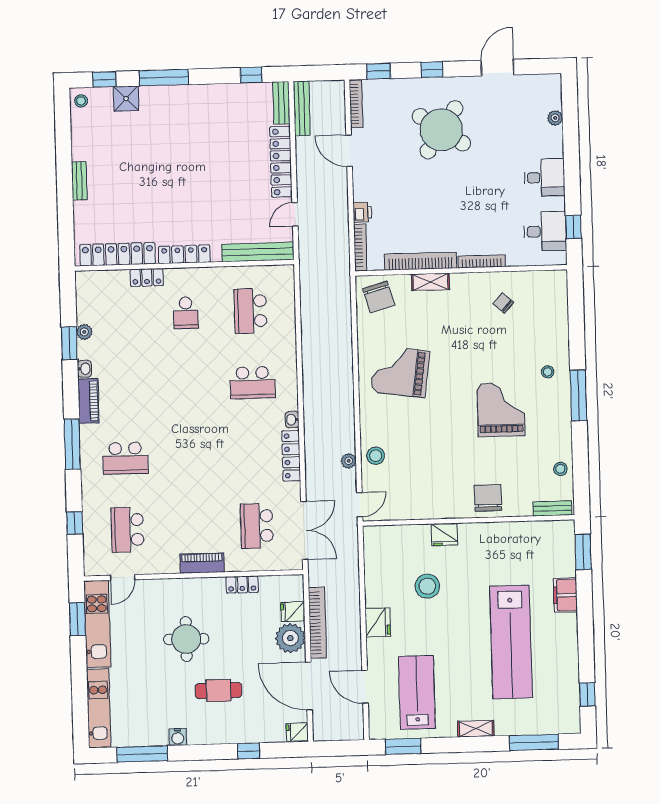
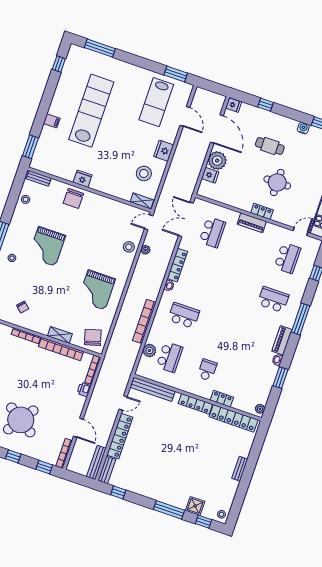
plant: (285, 309) -> (149, 350), added
plant: (84, 332) -> (260, 409), moved
grand piano: (400, 372) -> (97, 290), turned 82
fridge: (444, 534) -> (83, 179), moved
locker: (242, 585) -> (262, 211), moved
stool: (427, 586) -> (144, 173), moved
filing cabinet: (565, 595) -> (52, 121), width x0.50
bookcase: (317, 623) -> (144, 321), moved
shelving: (476, 729) -> (142, 201), moved

